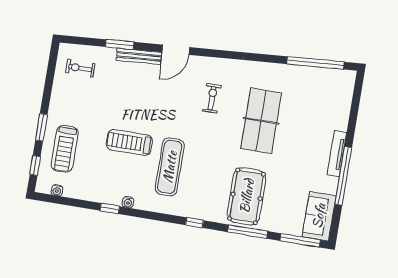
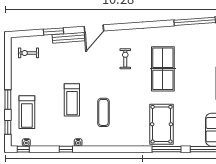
treadmill: (129, 142) -> (72, 100), turned -90
exercise mat: (170, 167) -> (103, 112), width x0.73, depth x0.69
window: (194, 223) -> (23, 149), moved

